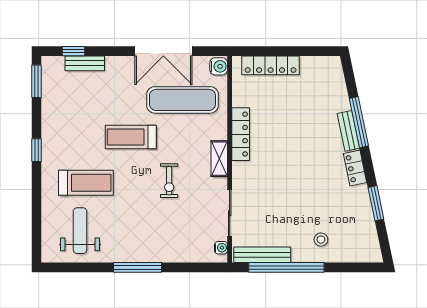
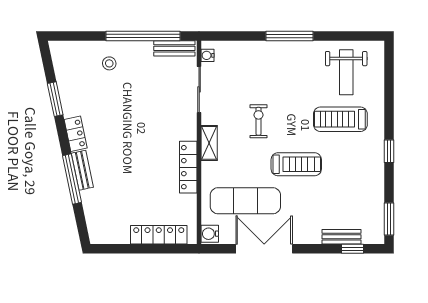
bench: (262, 255) -> (174, 48), width x0.73

